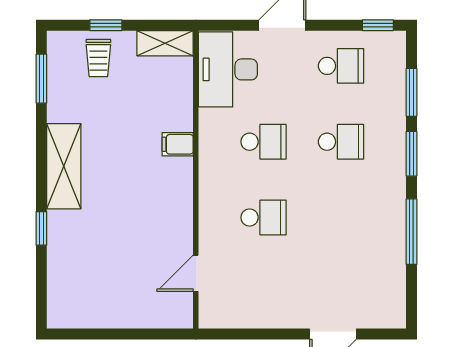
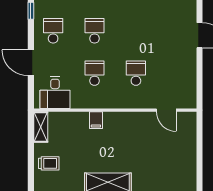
window: (106, 25) -> (31, 159), removed
desk: (228, 69) -> (55, 93), width x0.73

